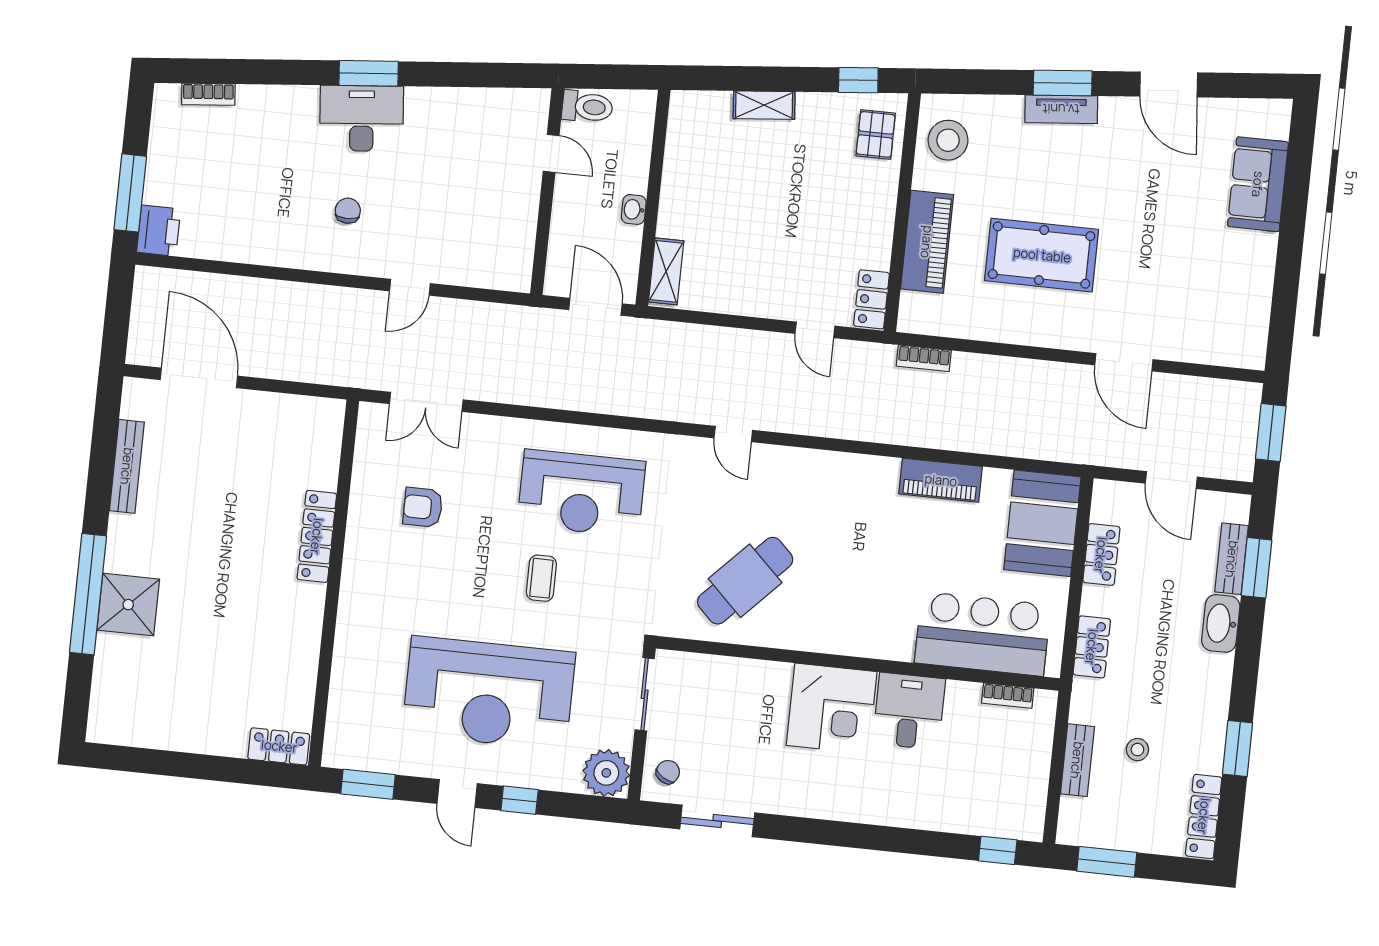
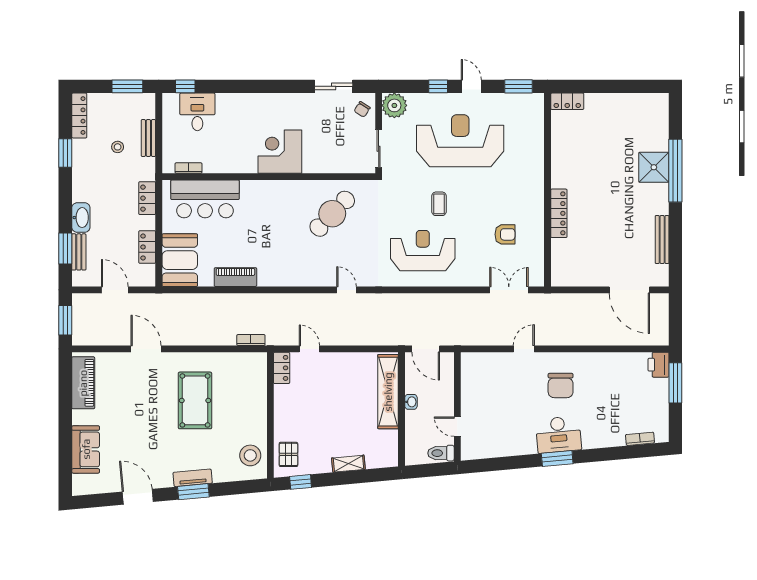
chair: (348, 211) -> (561, 386), width x1.87, depth x1.87
piano: (927, 242) -> (83, 383), moved, turned 180
pool table: (1042, 255) -> (195, 400), turned 90
shelving: (666, 271) -> (388, 392), width x2.20, depth x1.33
desk: (909, 711) -> (197, 112), moved, turned 180

